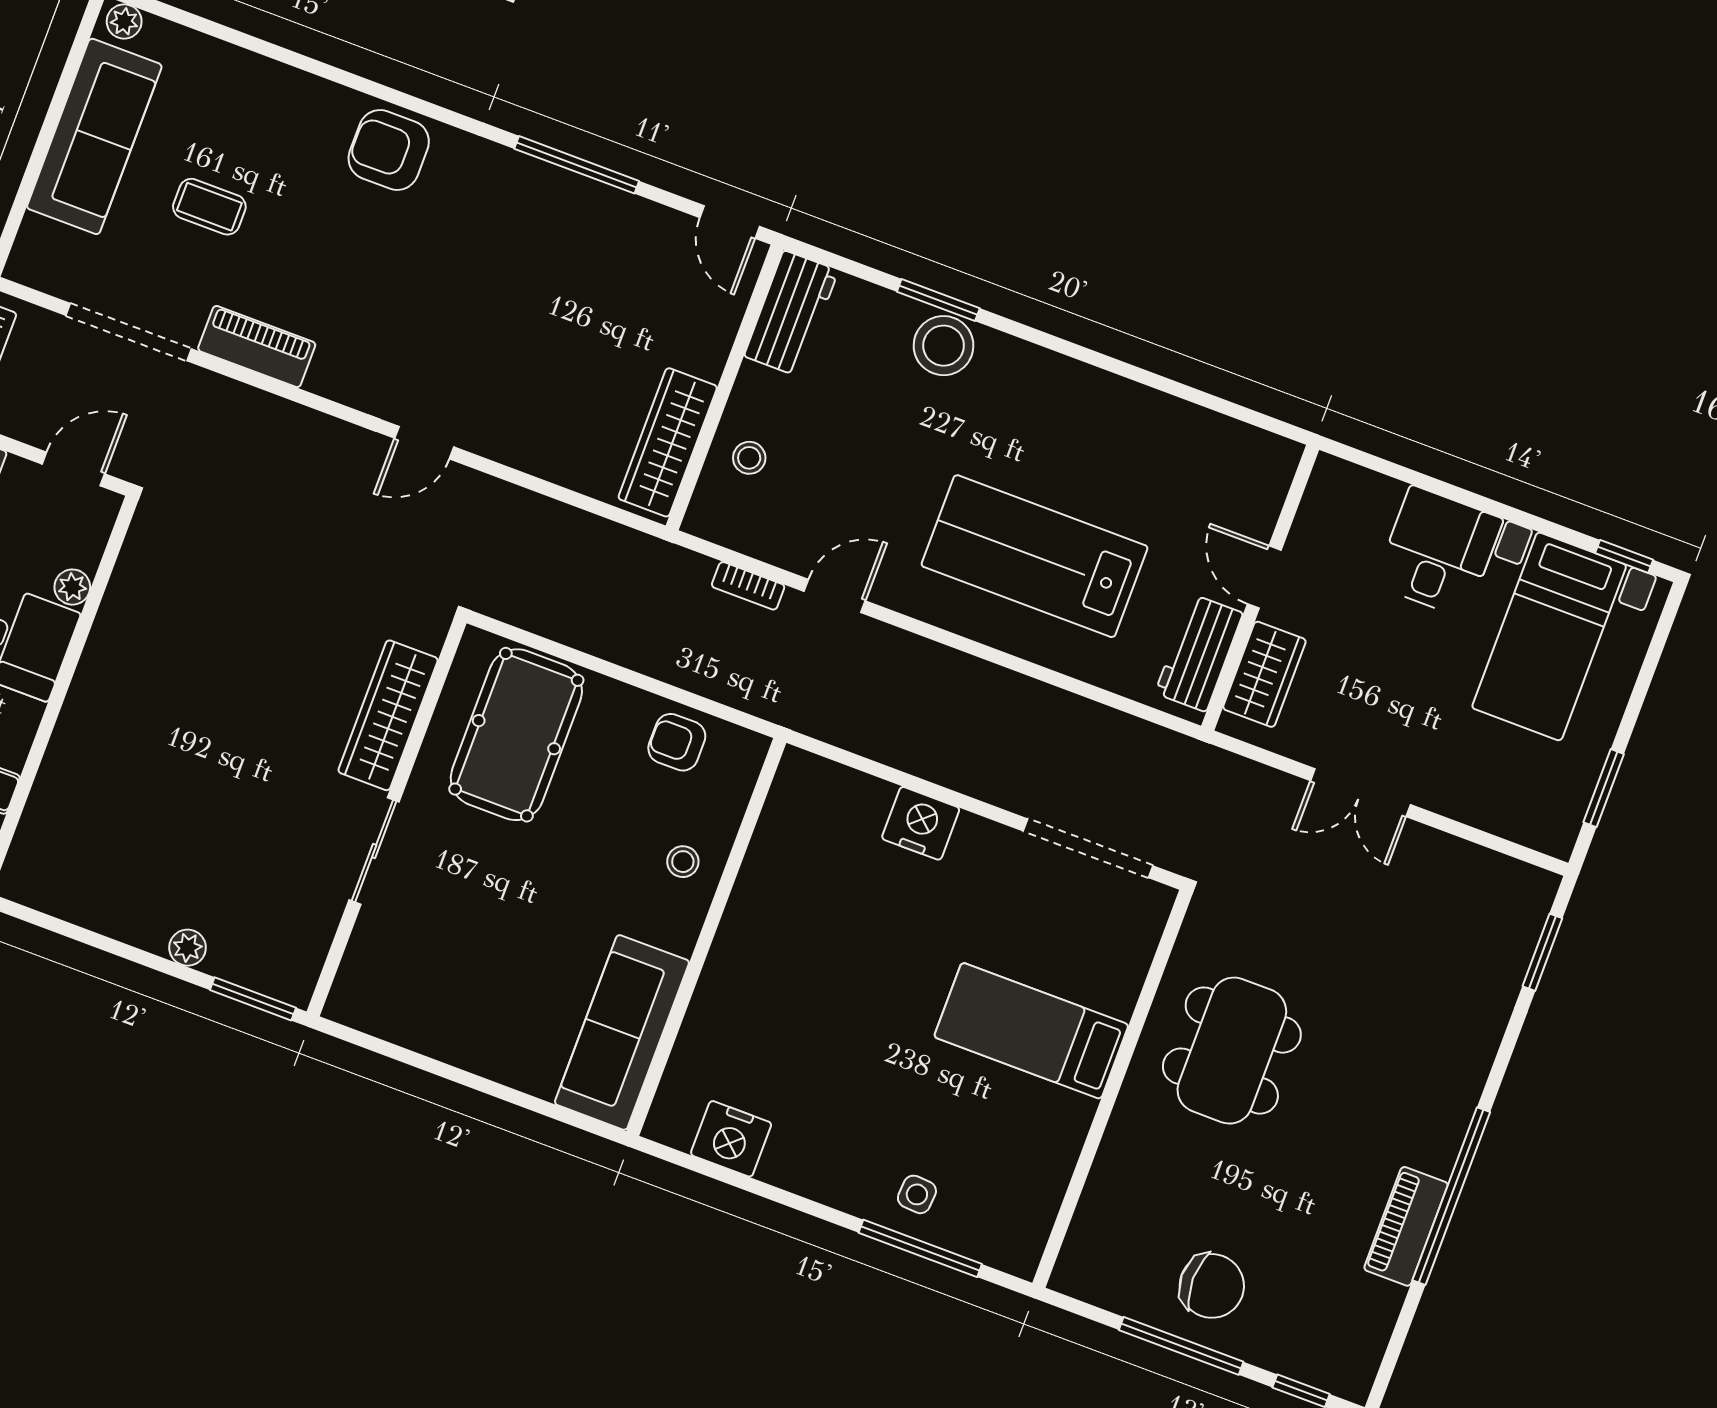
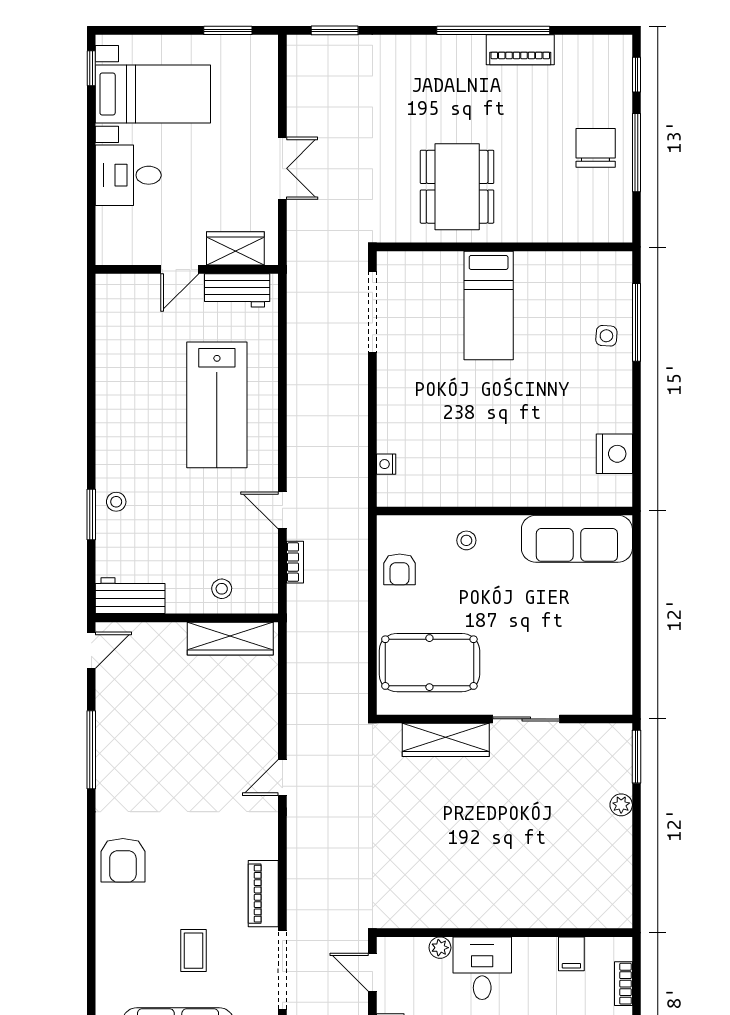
stool: (944, 346) -> (116, 502), width x0.53, depth x0.53
door: (424, 443) -> (282, 778), swing flipped
nightstand: (921, 823) -> (386, 464), moved, width x0.53, depth x0.56
dining table: (1232, 1051) -> (457, 187), turned 90

